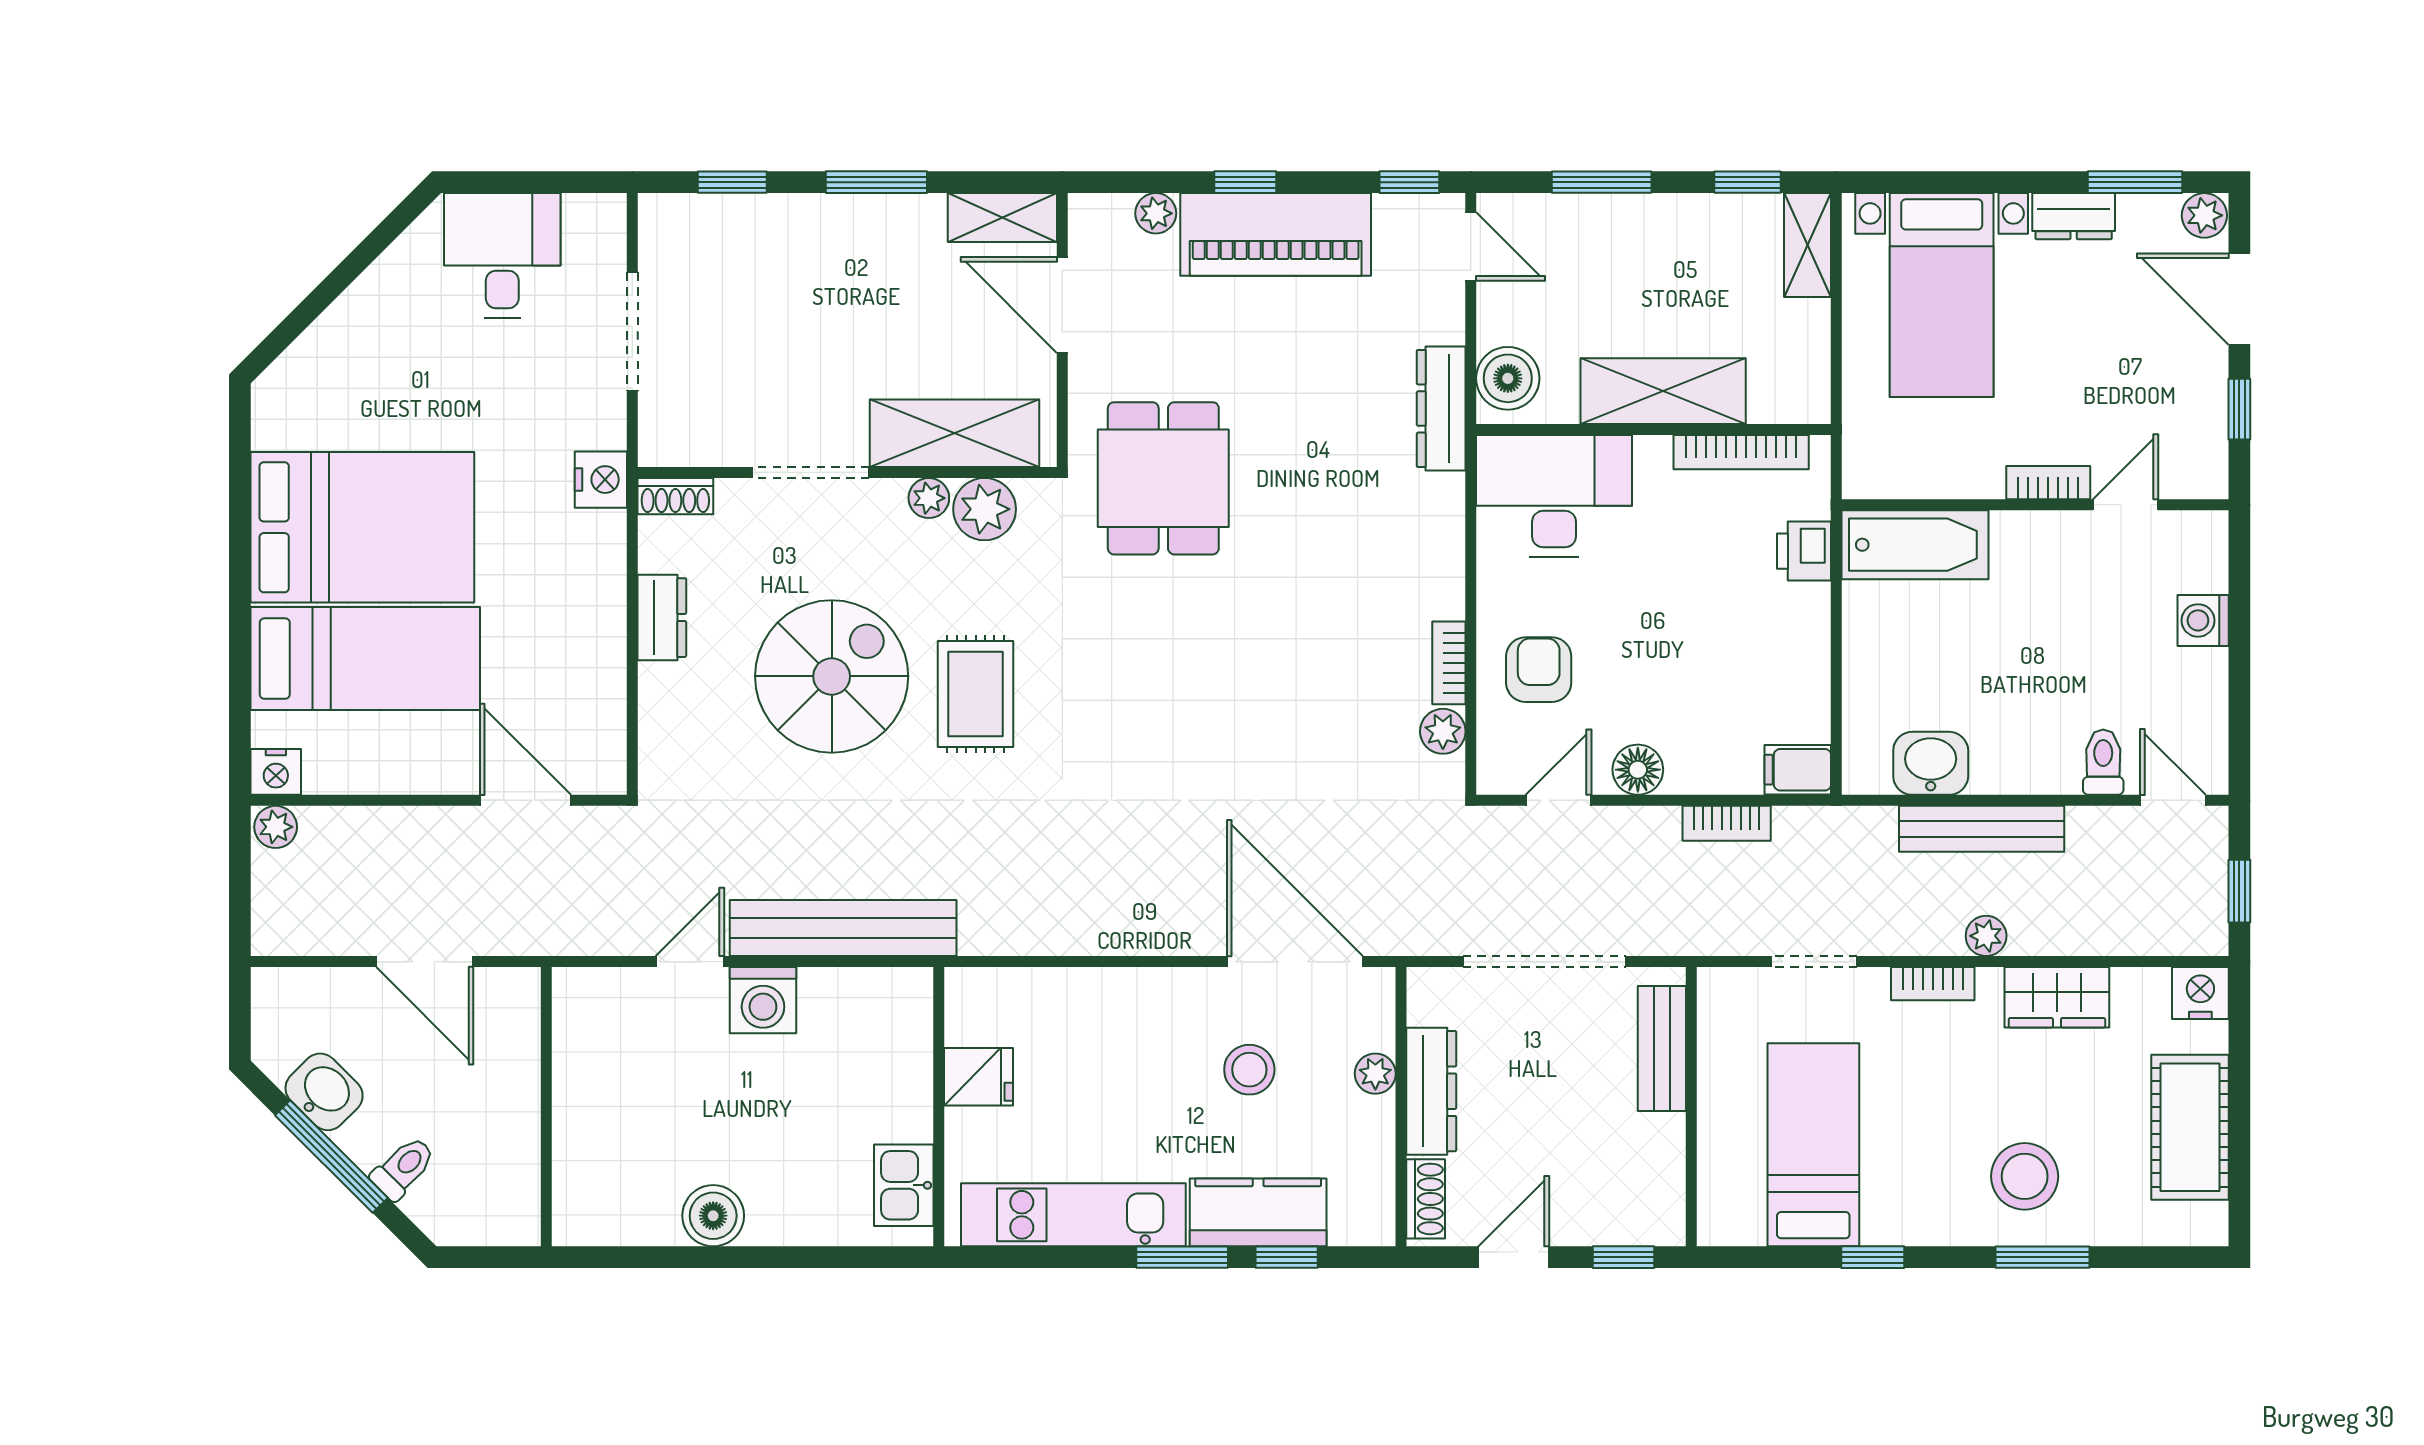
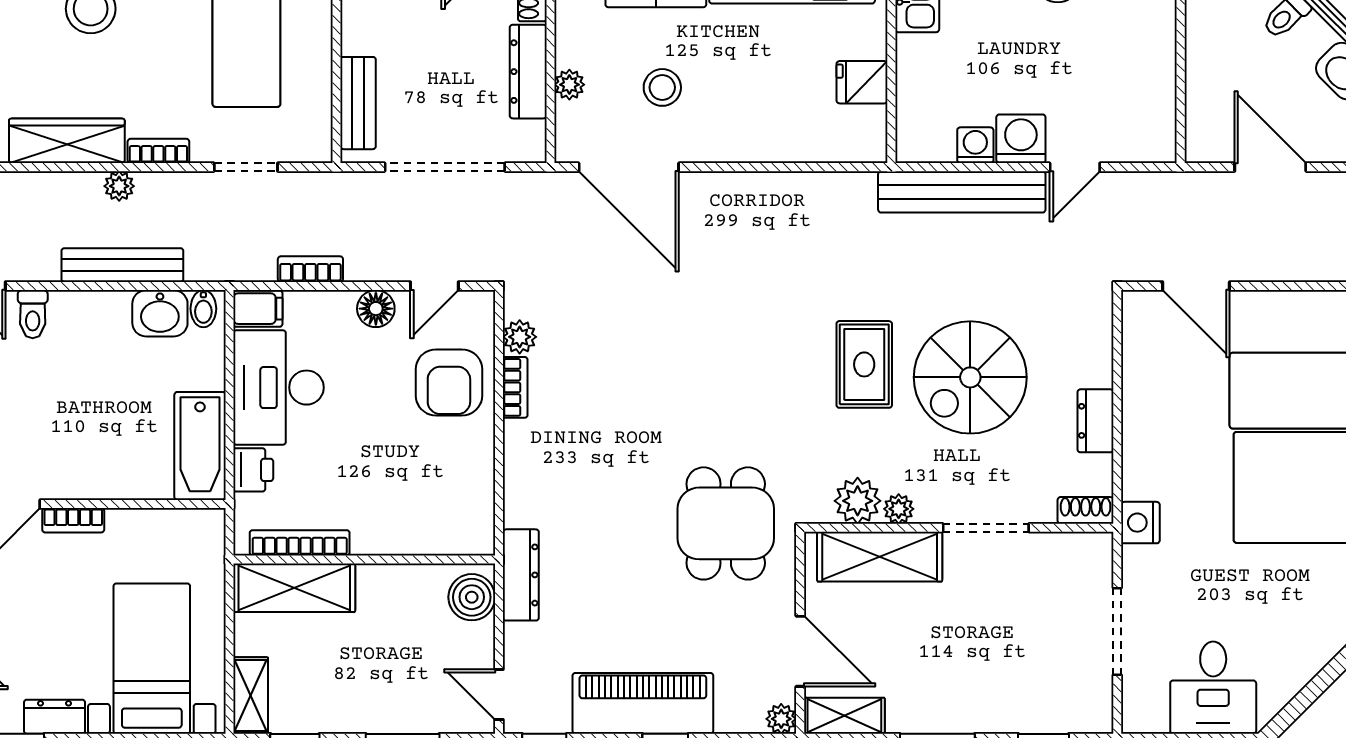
plant: (1156, 213) -> (781, 719), moved
shelving: (1663, 391) -> (294, 588), moved
desk: (1554, 496) -> (279, 388), moved, turned 90
bathtub: (1915, 545) -> (200, 446), moved, turned -90
armchair: (1539, 670) -> (449, 382), width x1.38, depth x1.38
bidet: (1872, 770) -> (203, 309), added
washing machine: (825, 991) -> (975, 145), added
wardrobe: (2057, 997) -> (67, 141), width x1.50

